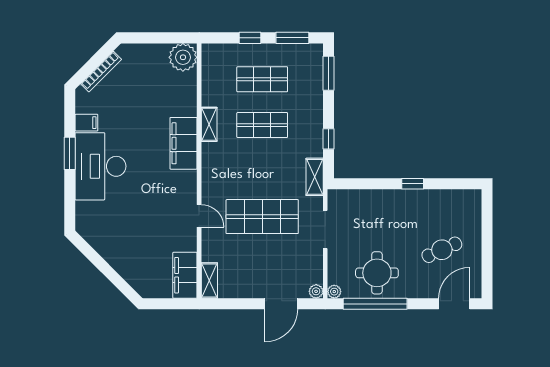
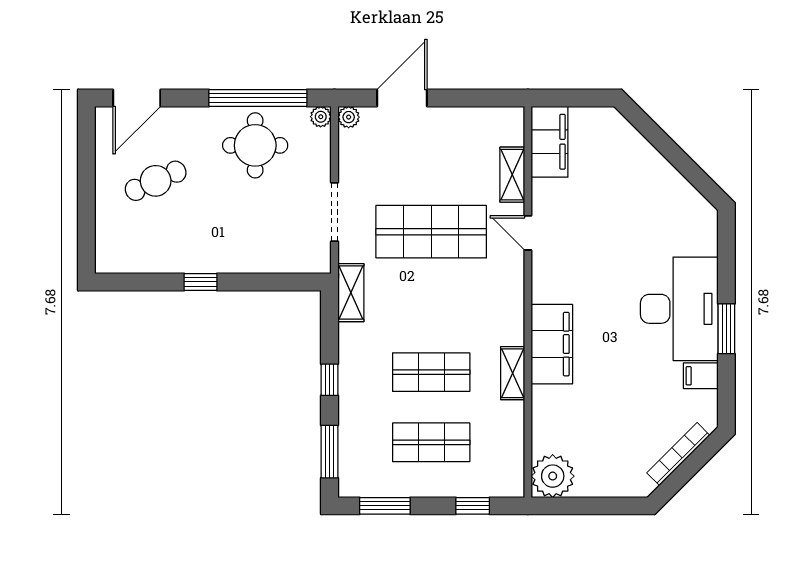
window: (250, 38) -> (473, 506), moved
window: (328, 139) -> (330, 380), moved
shelving: (209, 280) -> (512, 175), moved

